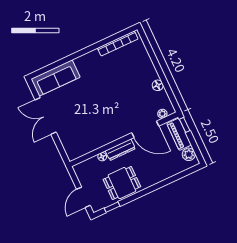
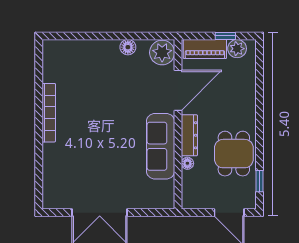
bookcase: (118, 43) -> (49, 113), moved
sofa: (56, 78) -> (161, 146), moved, turned 180
plant: (162, 114) -> (162, 53), width x1.88, depth x1.88
window: (185, 125) -> (225, 36), moved

